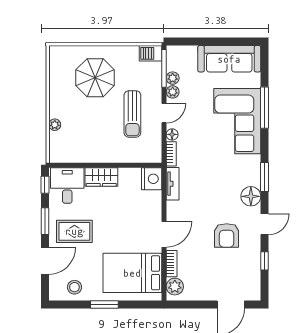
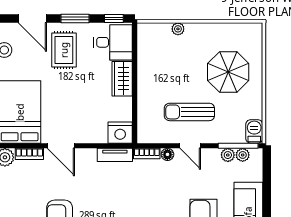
plant: (173, 92) -> (243, 155), moved

